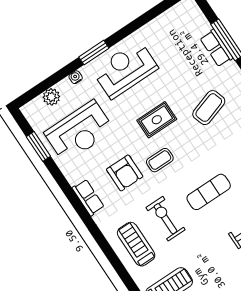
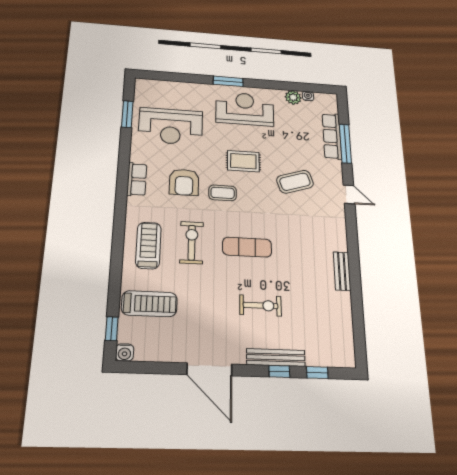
row of seats: (216, 48) -> (332, 136), width x1.48
water cooler: (76, 77) -> (308, 96), moved
plant: (51, 97) -> (293, 97), moved

